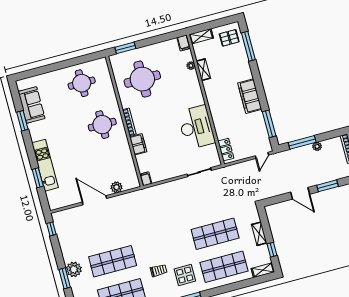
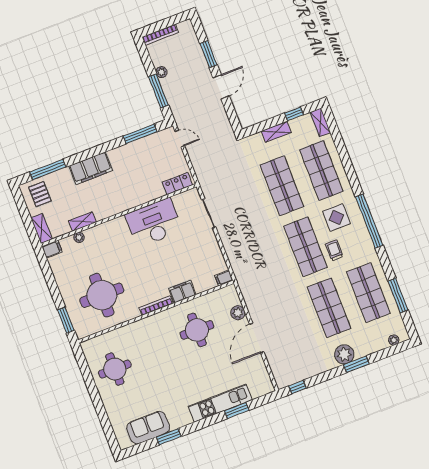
filing cabinet: (250, 96) -> (91, 168), moved
round table: (102, 125) -> (197, 330), moved
shop shelf: (164, 247) -> (305, 247), added

